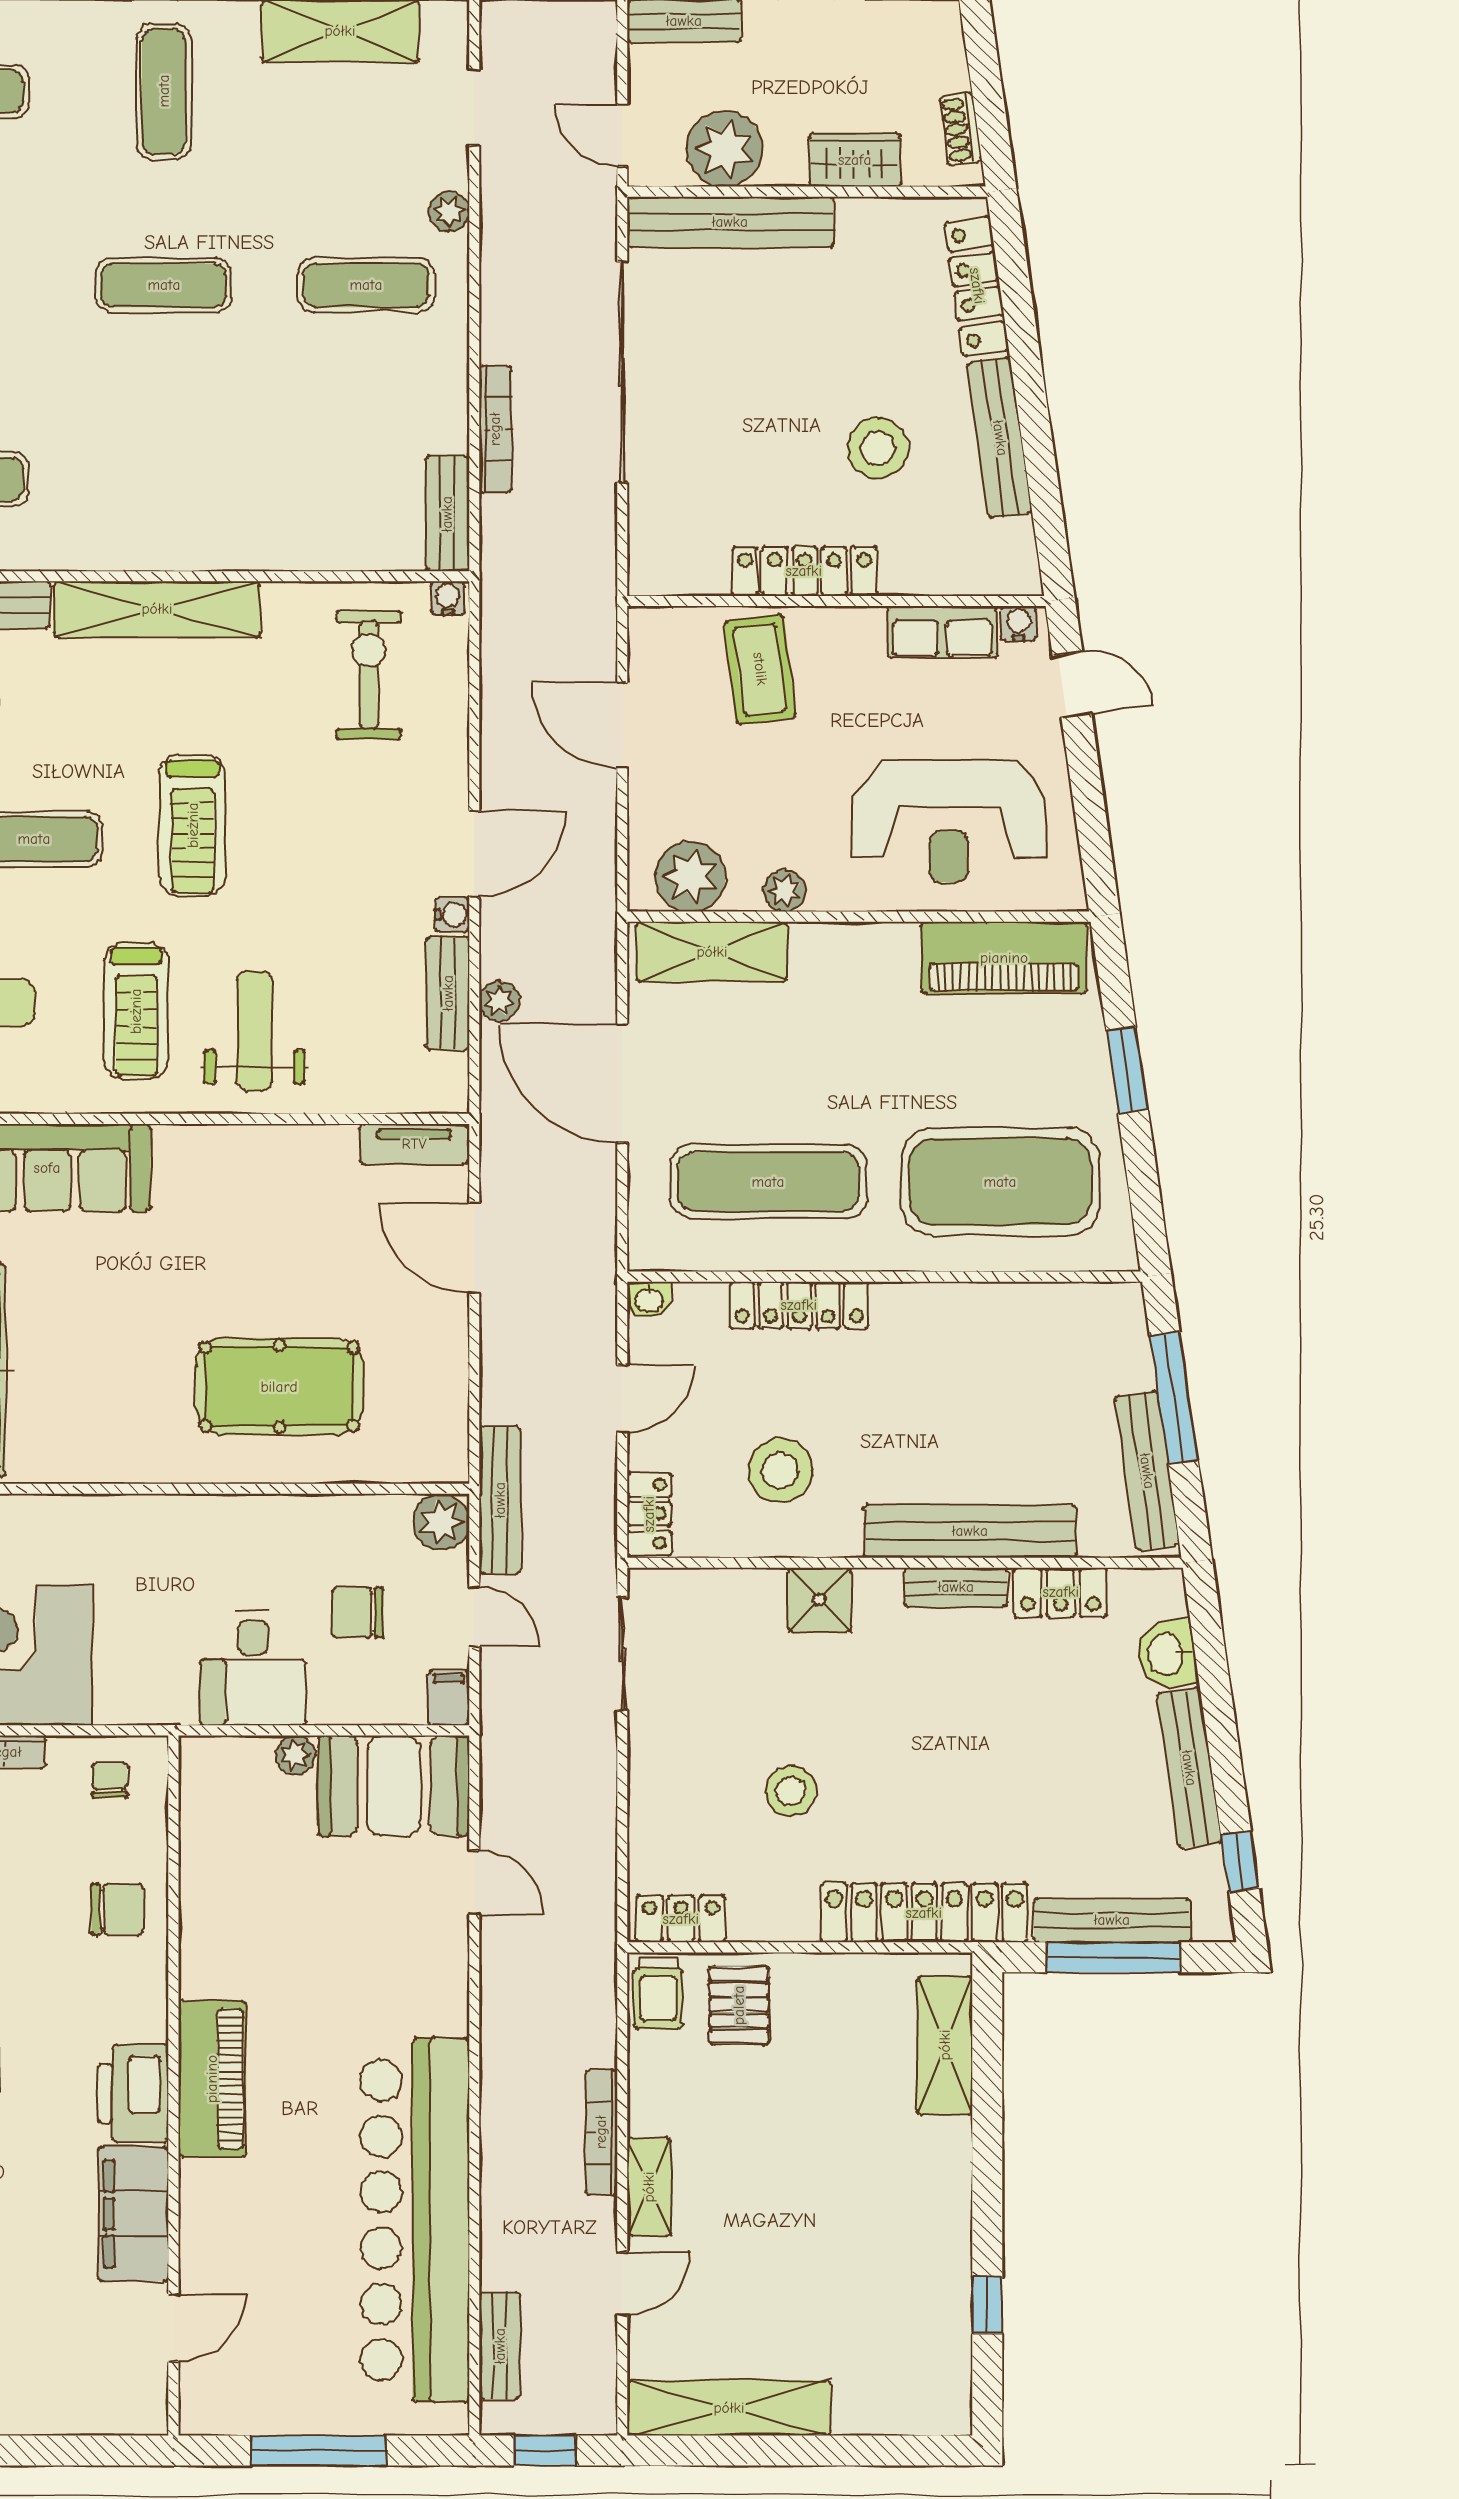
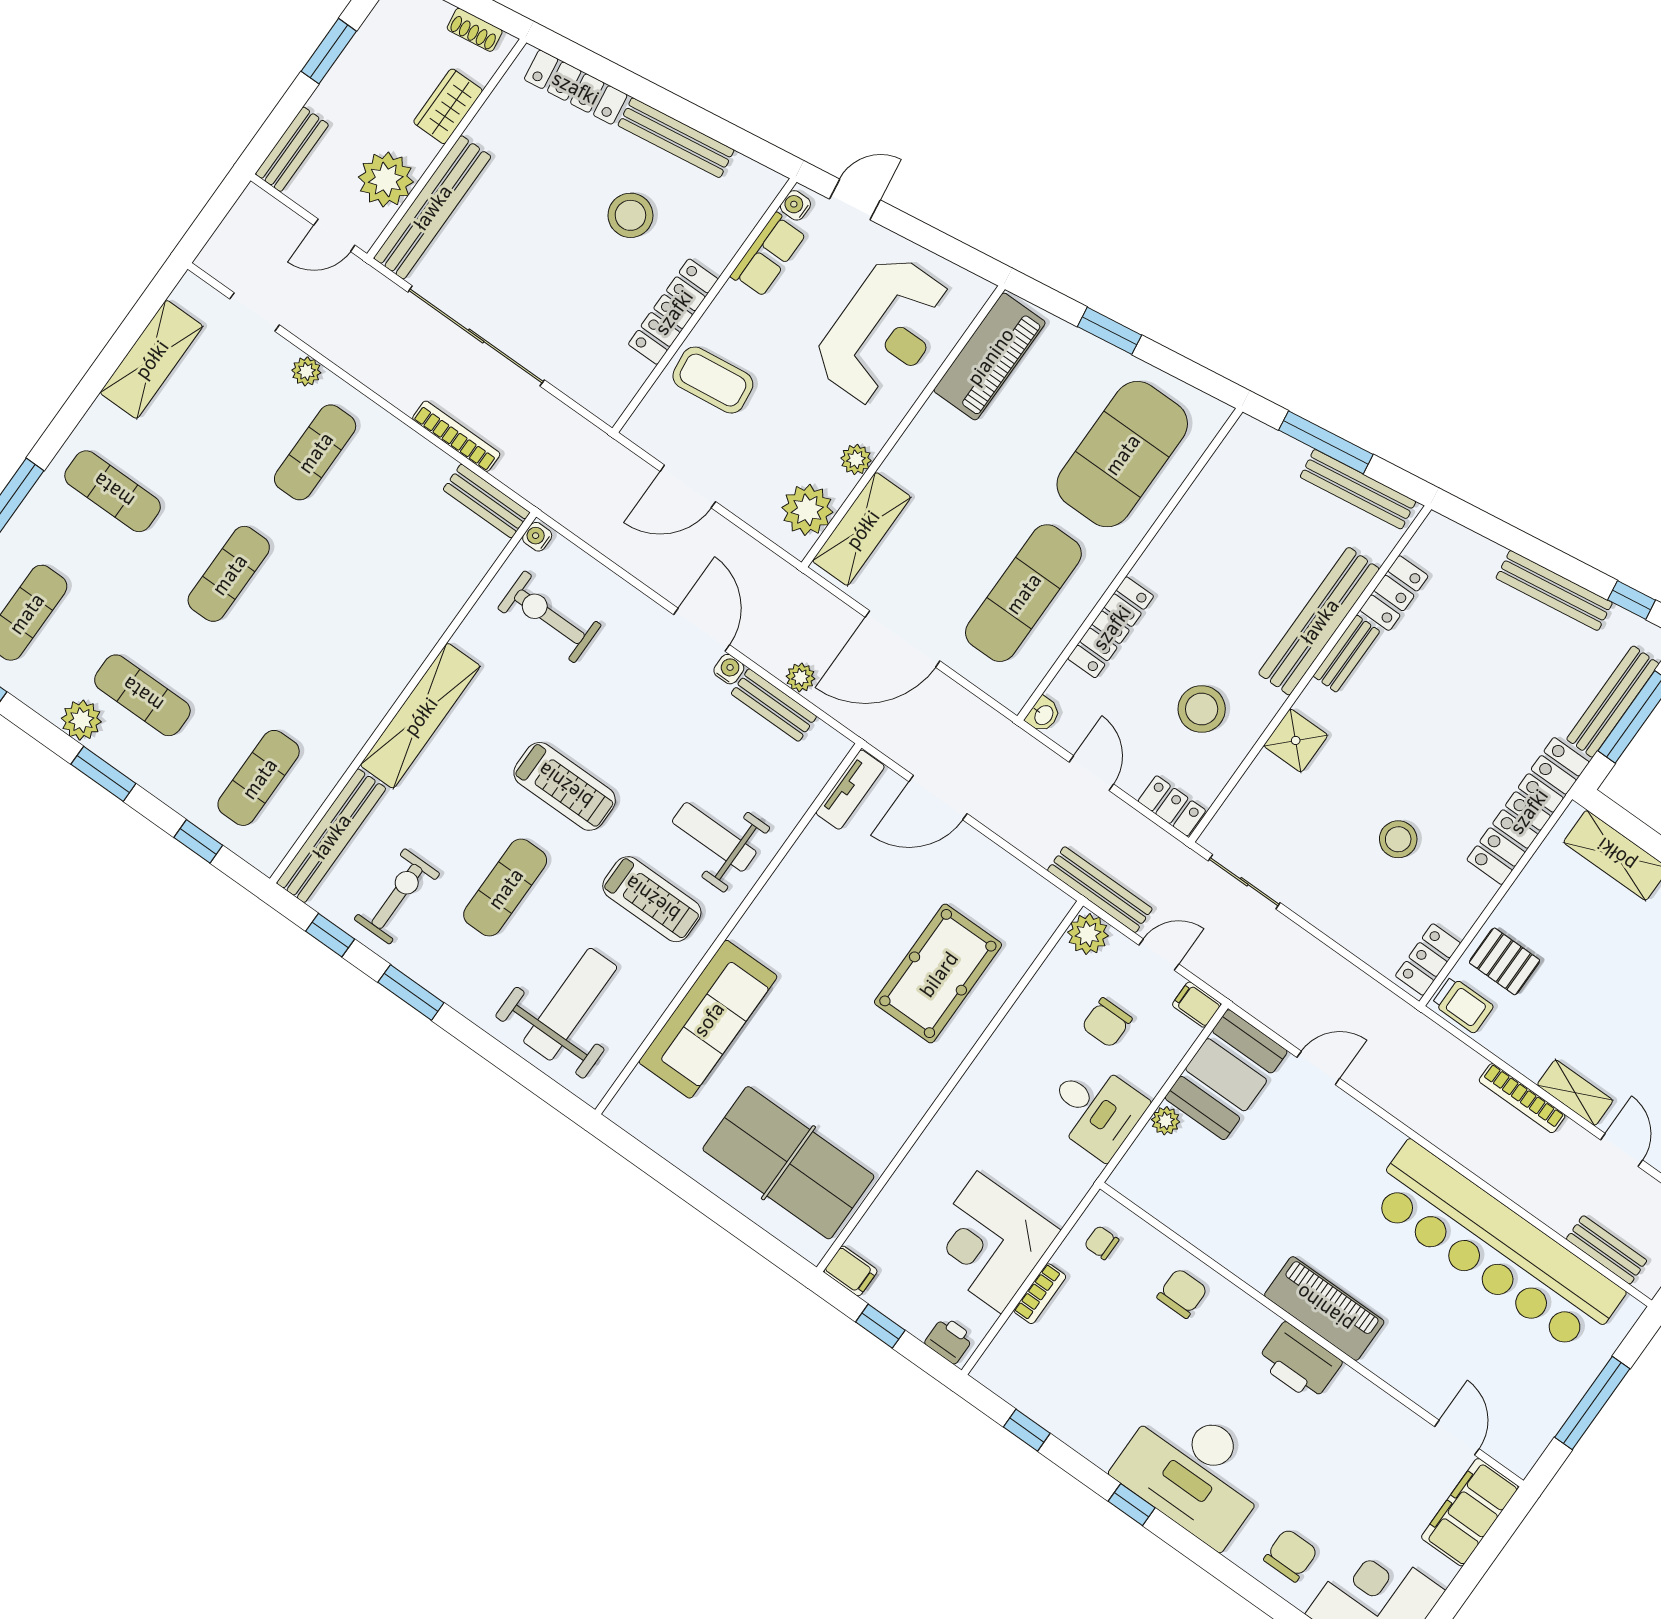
washbasin: (1167, 1654) -> (1476, 555), removed
filing cabinet: (134, 2214) -> (1470, 1512), moved, turned 90

